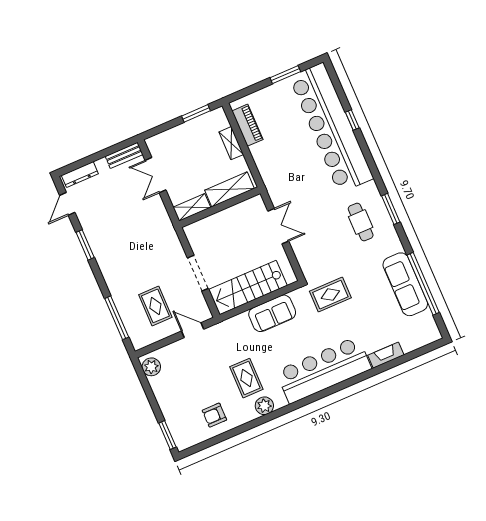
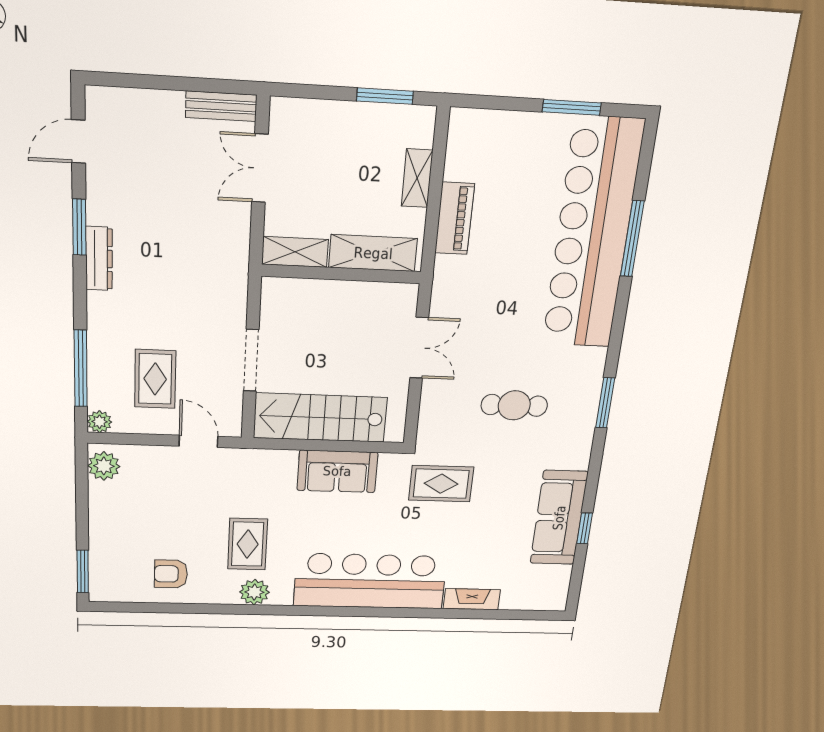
window: (352, 120) -> (632, 239), width x2.17
piano: (247, 125) -> (455, 218), moved
dresser: (80, 175) -> (99, 259), moved, turned -90
cafe table: (361, 222) -> (514, 405), moved, turned 90
window: (423, 284) -> (585, 528), width x0.32
plant: (138, 343) -> (100, 422), added

